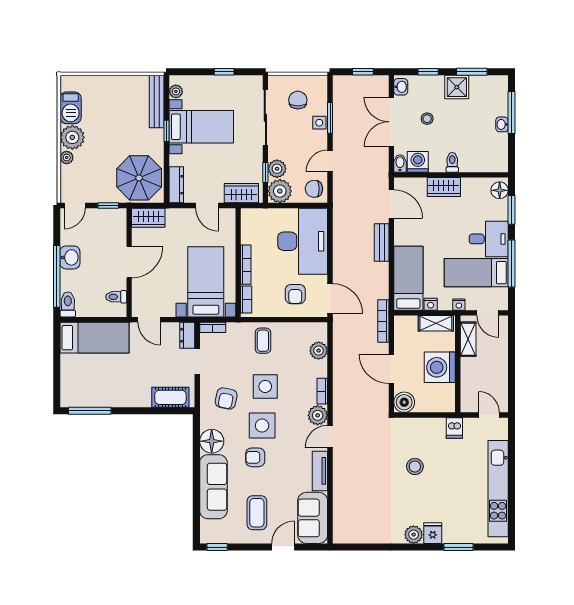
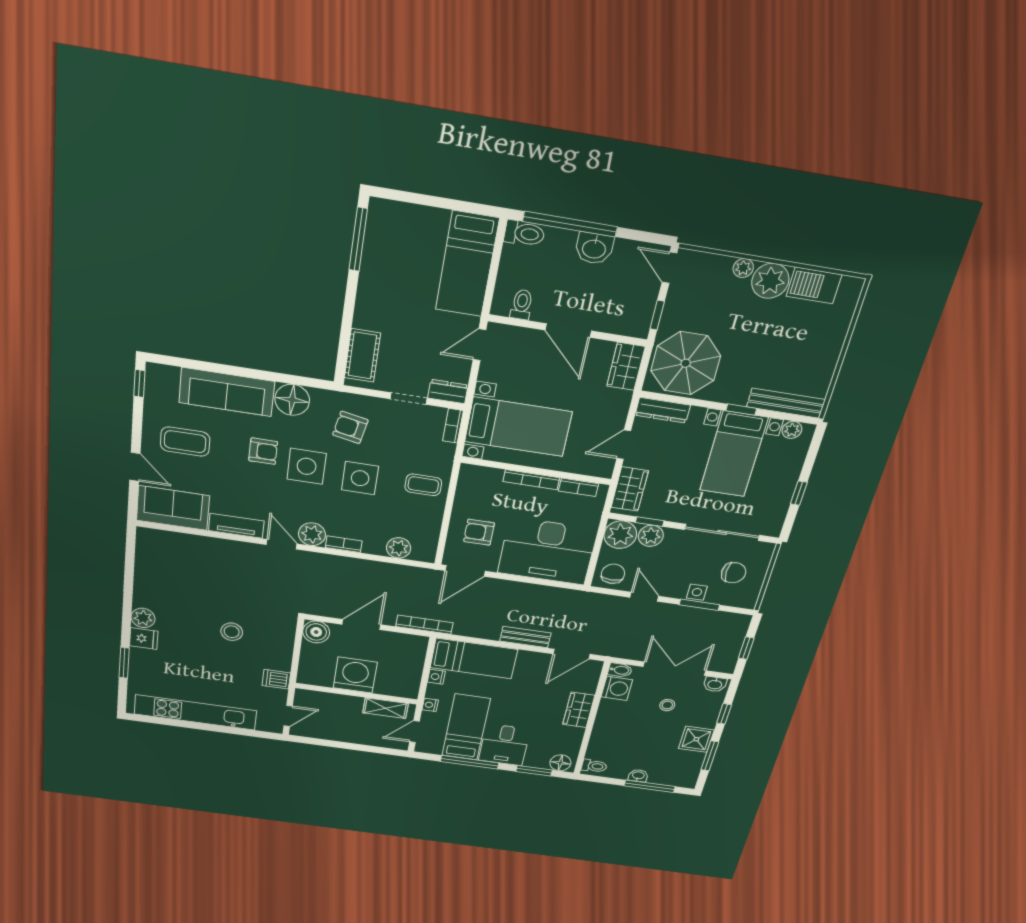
toilet: (452, 162) -> (594, 766), moved
bookcase: (246, 300) -> (579, 487), moved
shelving: (436, 323) -> (411, 679), removed
armchair: (255, 457) -> (263, 451), turned 90

